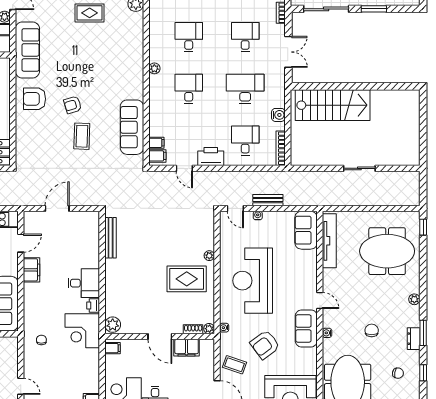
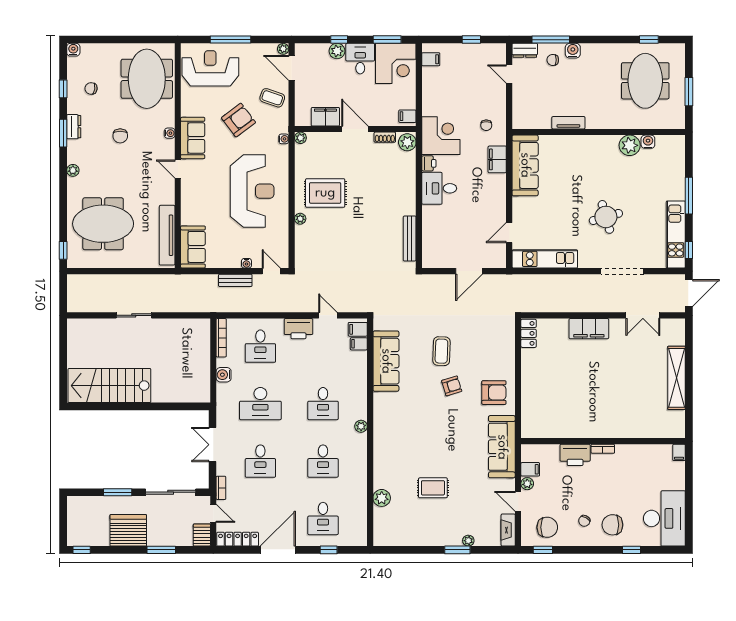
stairs: (333, 105) -> (109, 386), moved
filing cabinet: (32, 270) -> (497, 159), moved
shoe rack: (193, 329) -> (385, 137), moved

